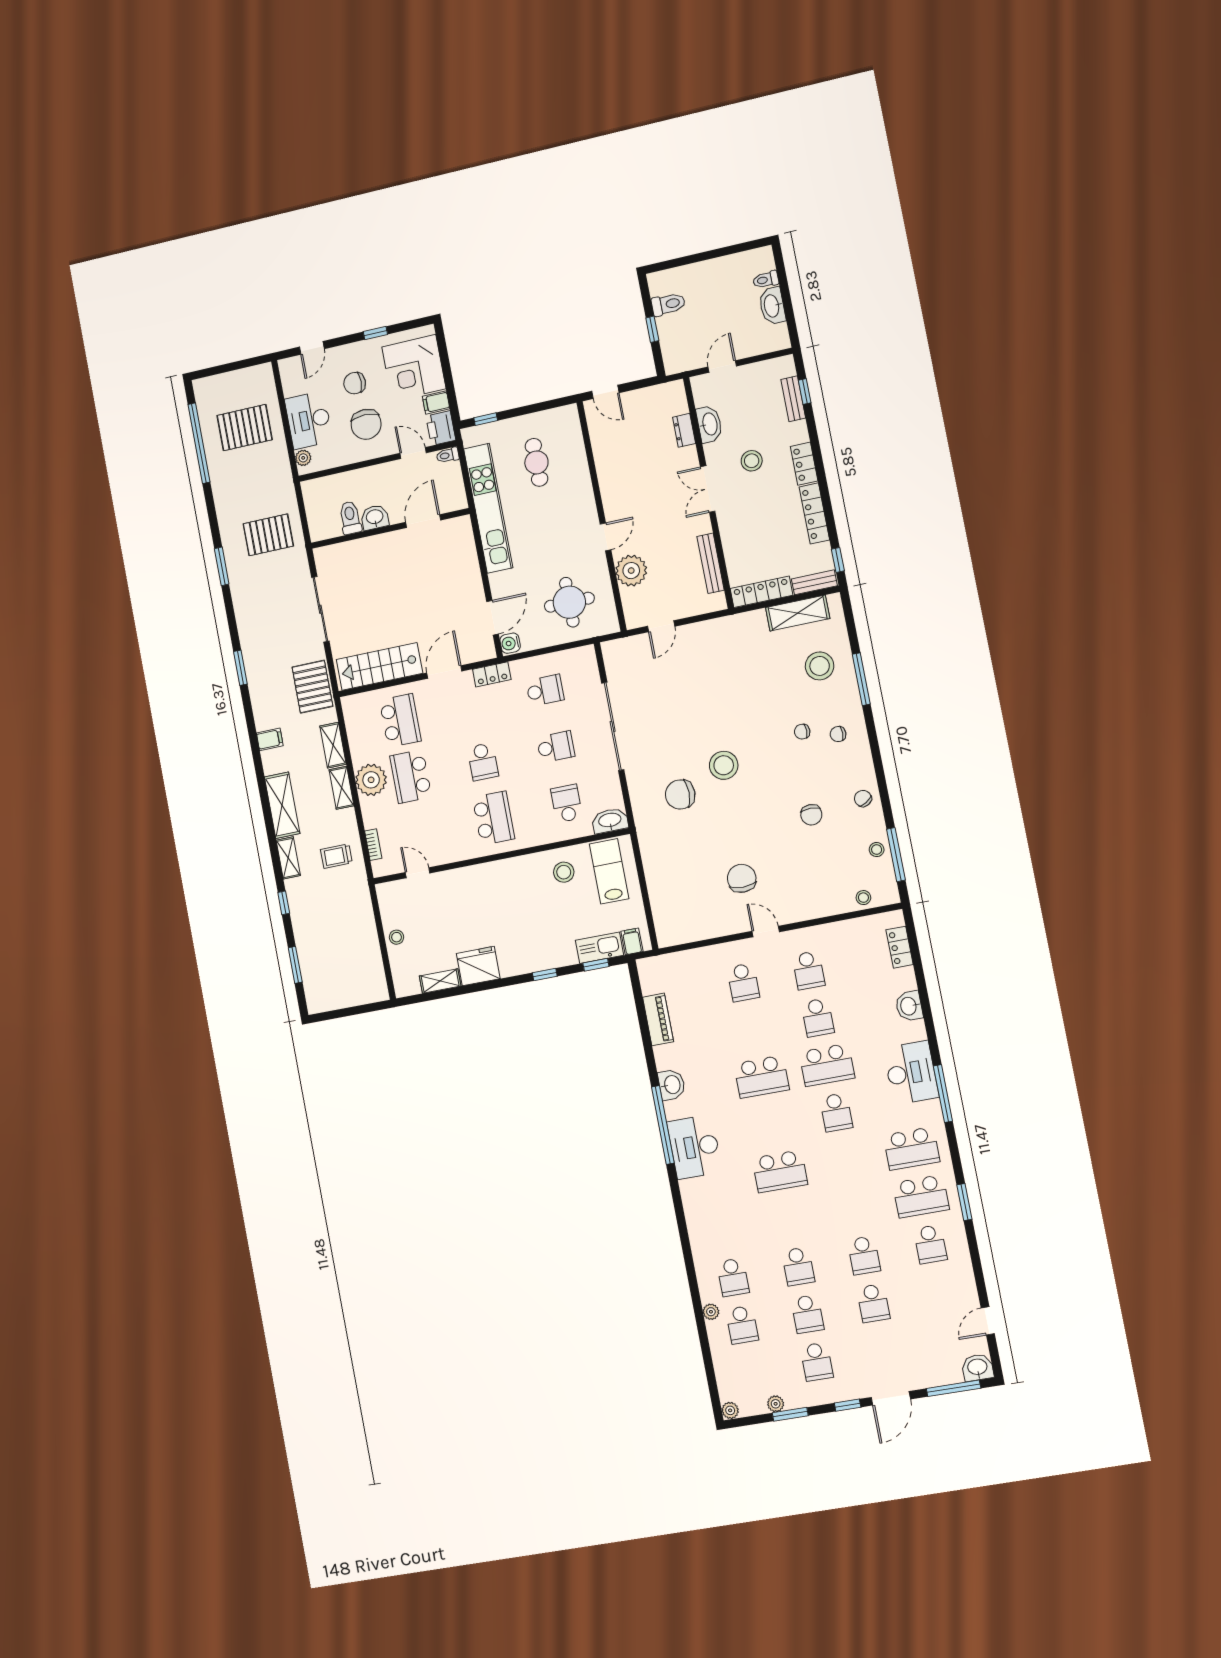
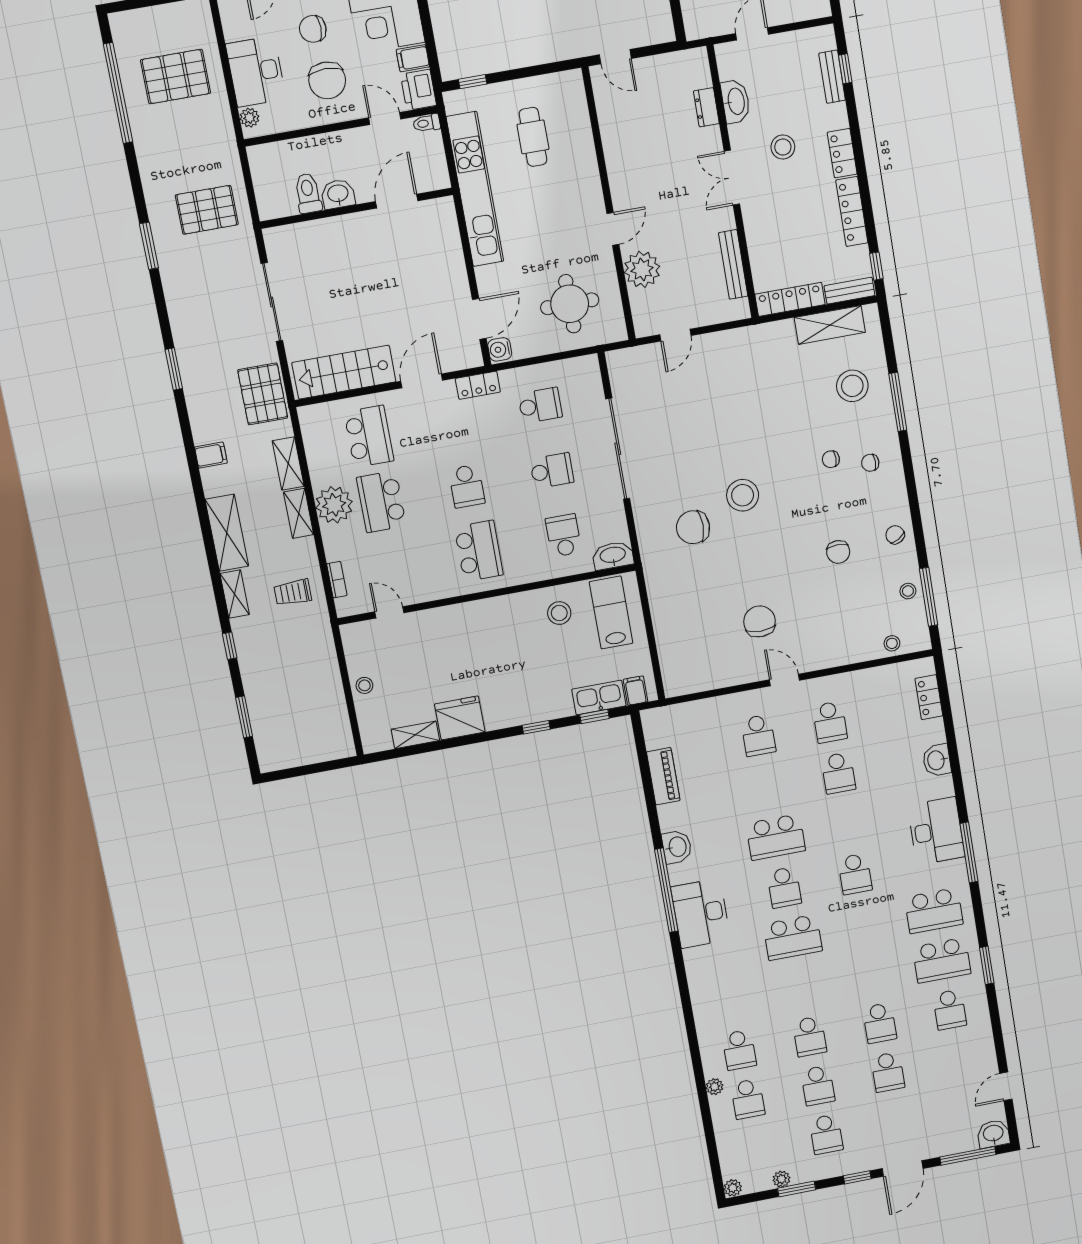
school desk: (827, 1065) -> (784, 887), moved, width x0.54

